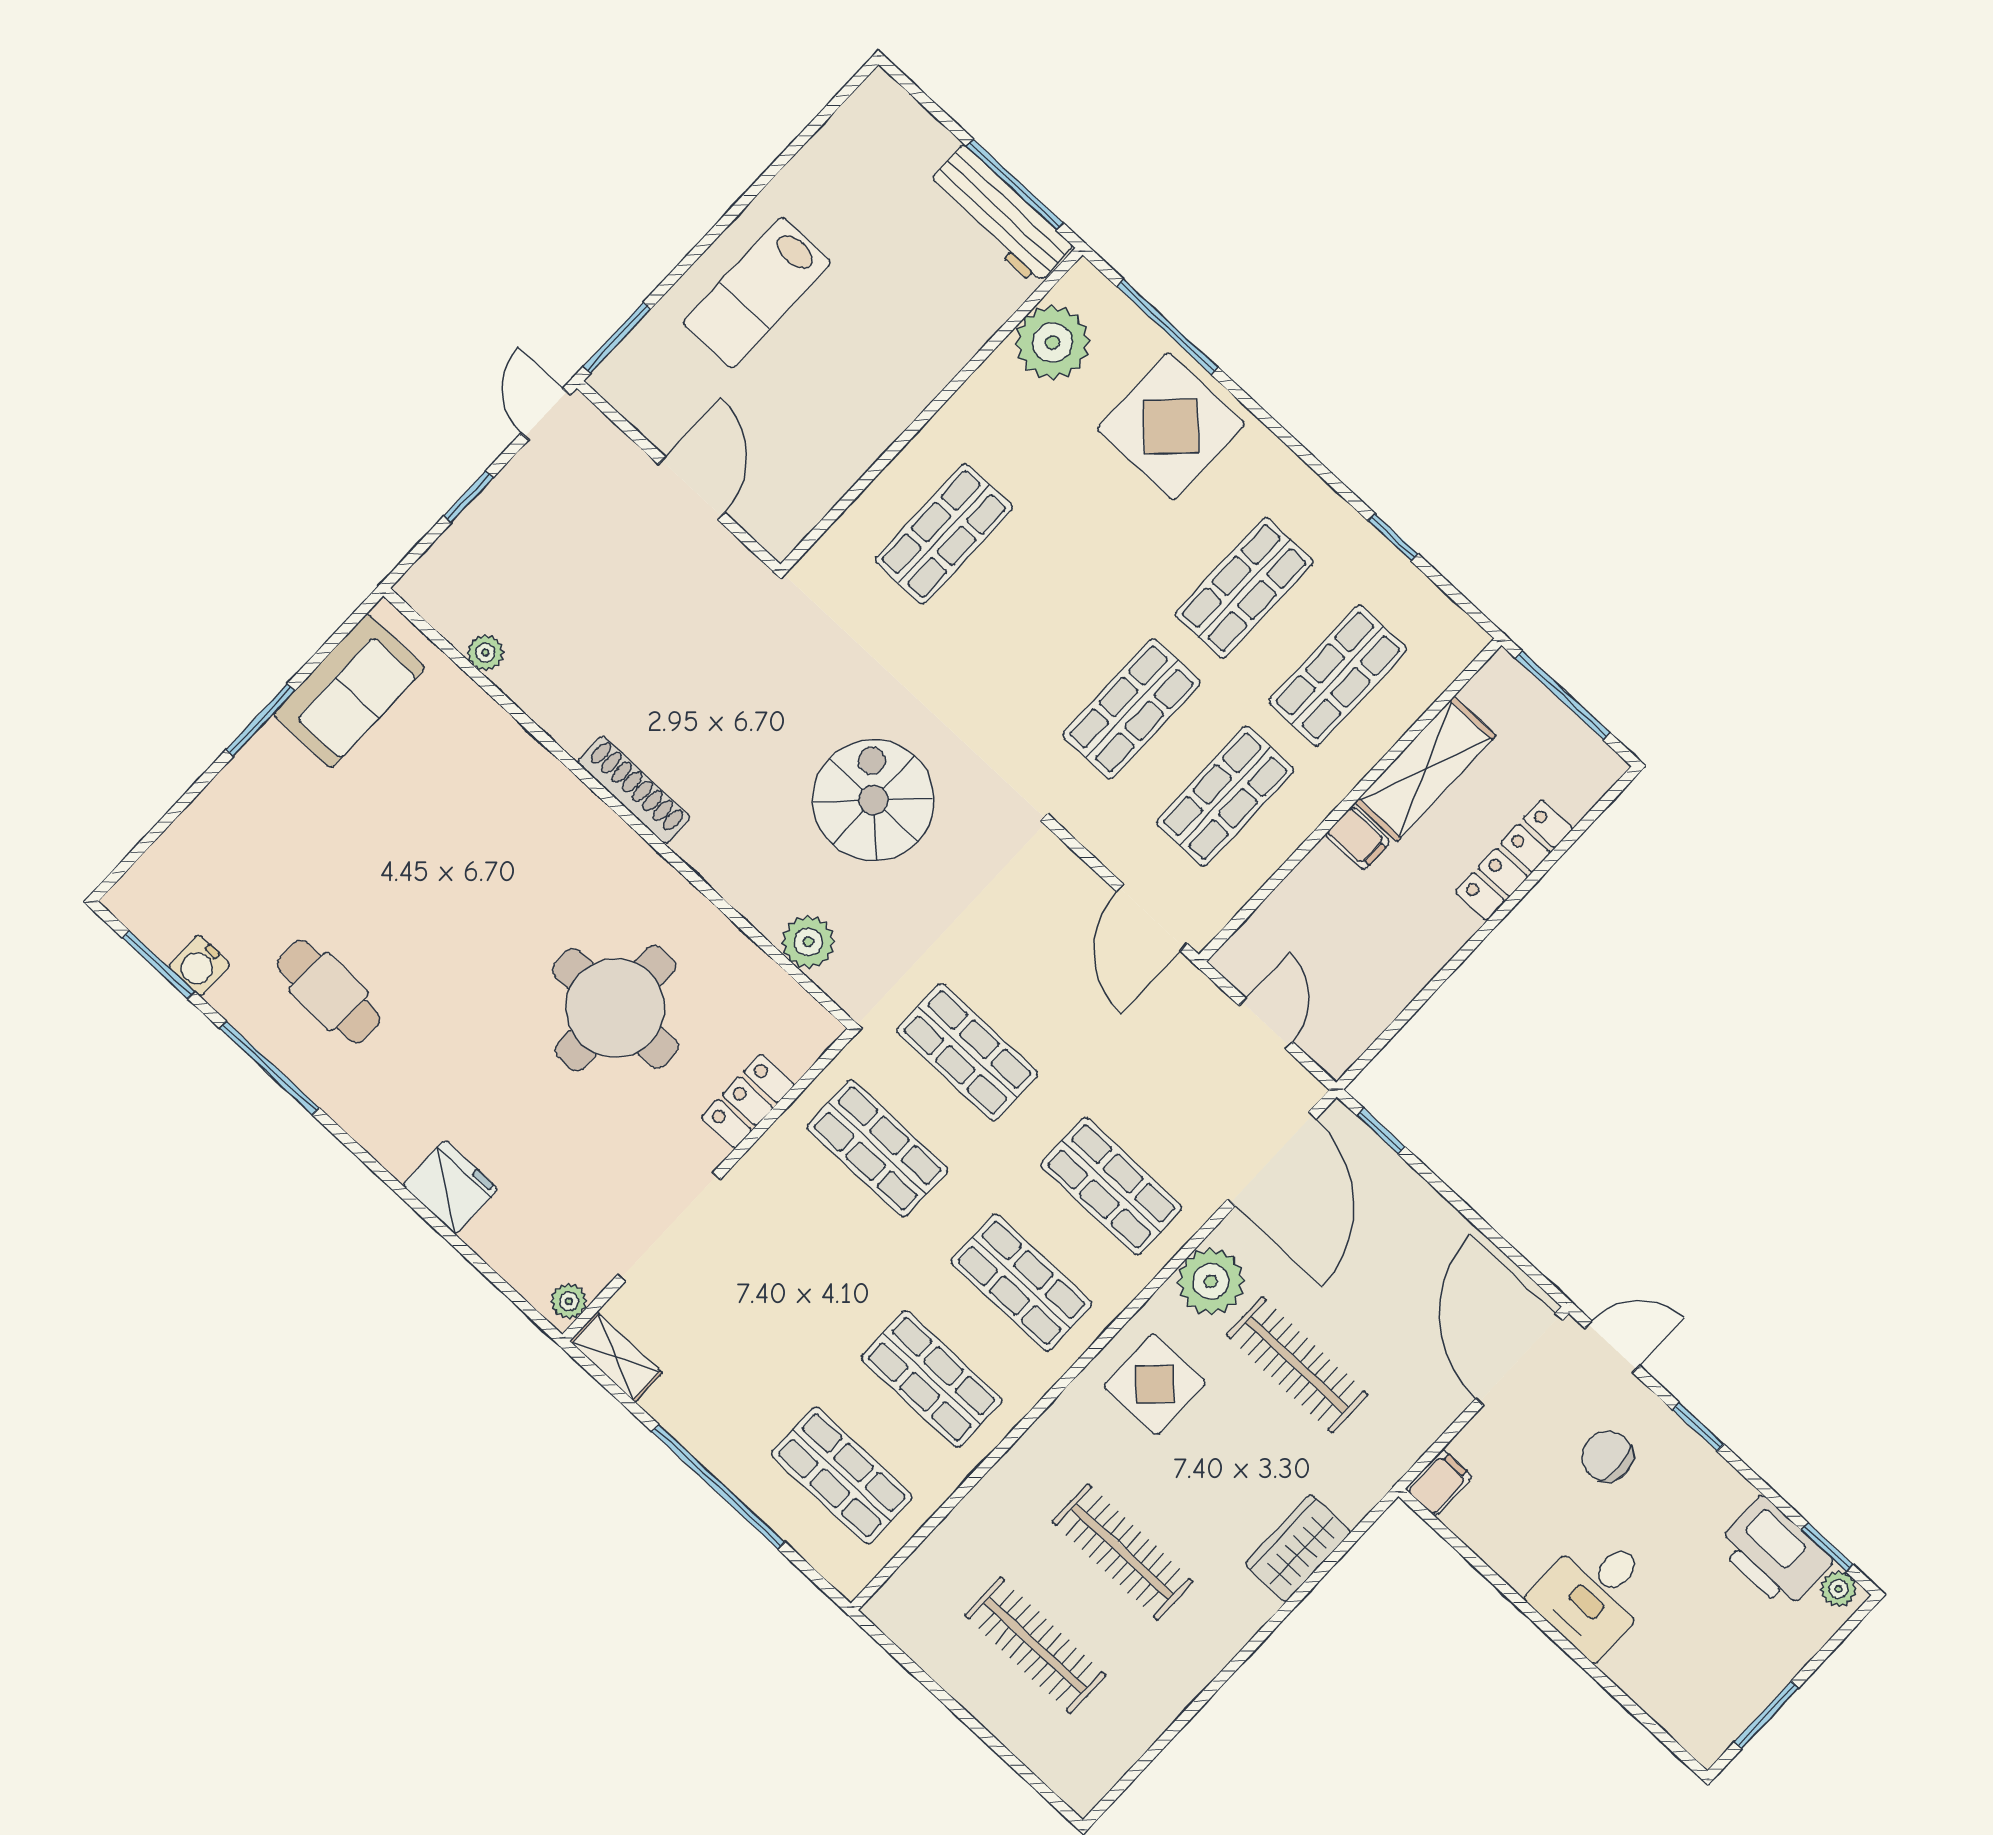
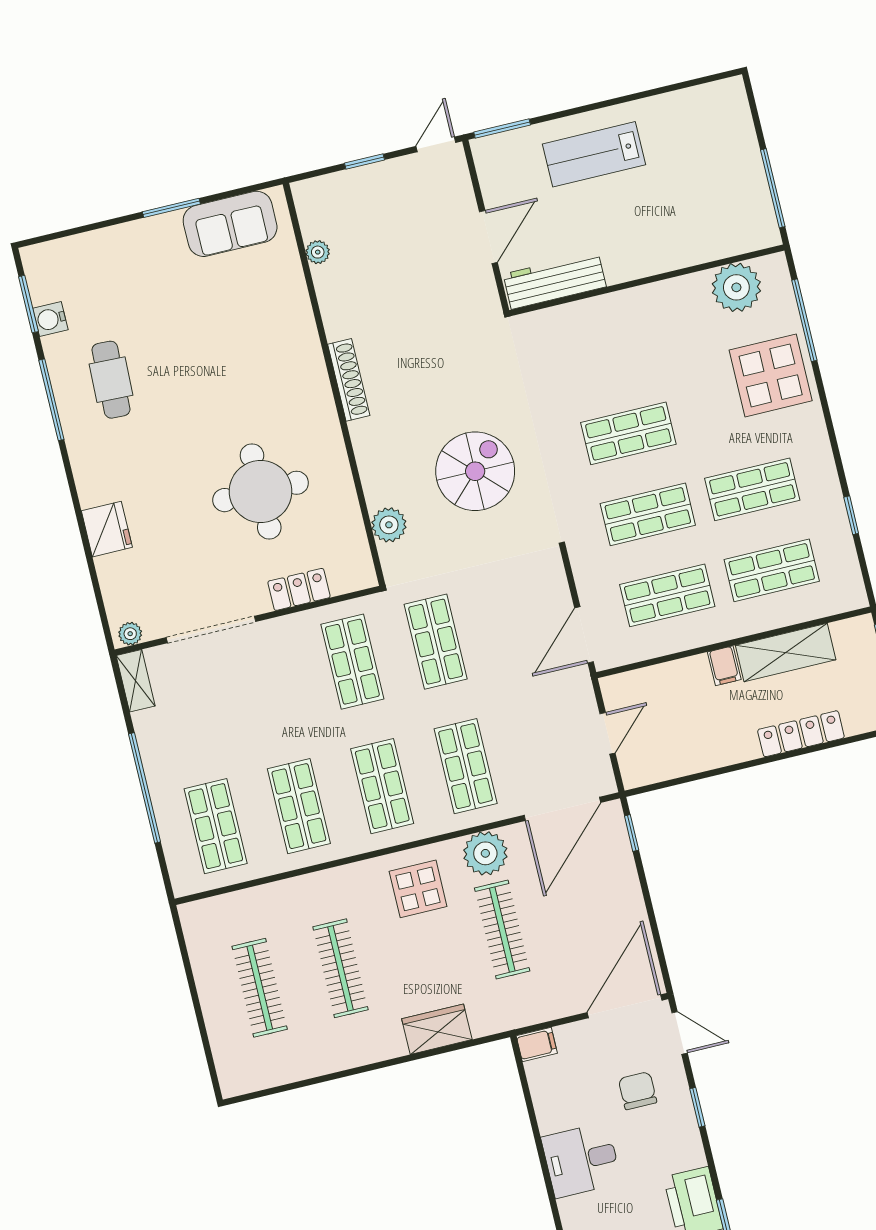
workbench: (999, 215) -> (555, 280), moved, turned 90
shop shelf: (944, 534) -> (628, 433), moved

